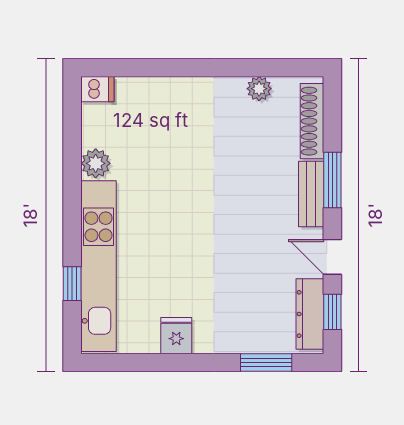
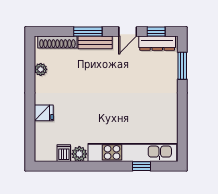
dishwasher: (97, 89) -> (64, 153), moved
fridge: (176, 336) -> (44, 113), moved, turned 180

